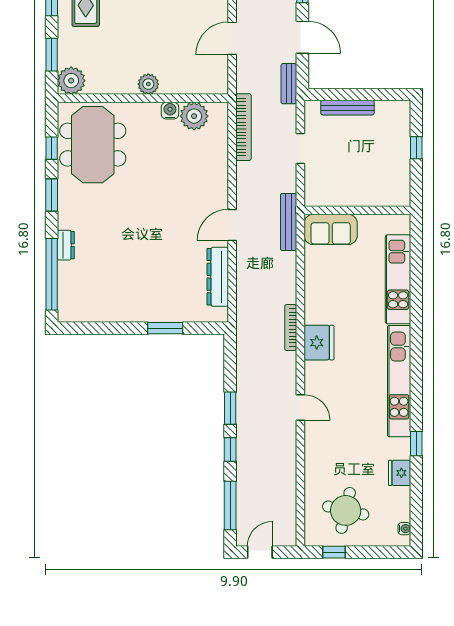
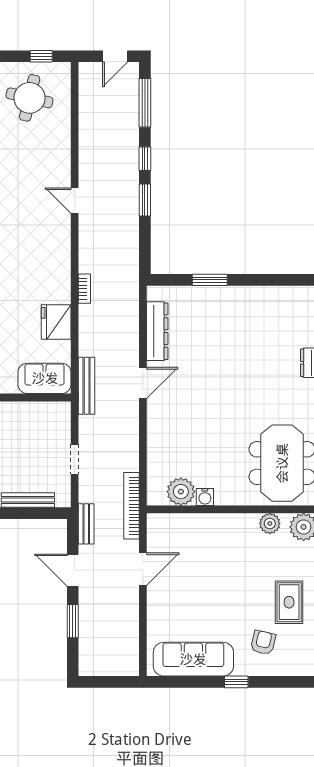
plant: (148, 84) -> (270, 523), moved
bookcase: (243, 127) -> (132, 506), moved
bookcase: (291, 328) -> (84, 289), width x0.64
fridge: (319, 343) -> (56, 322), moved

